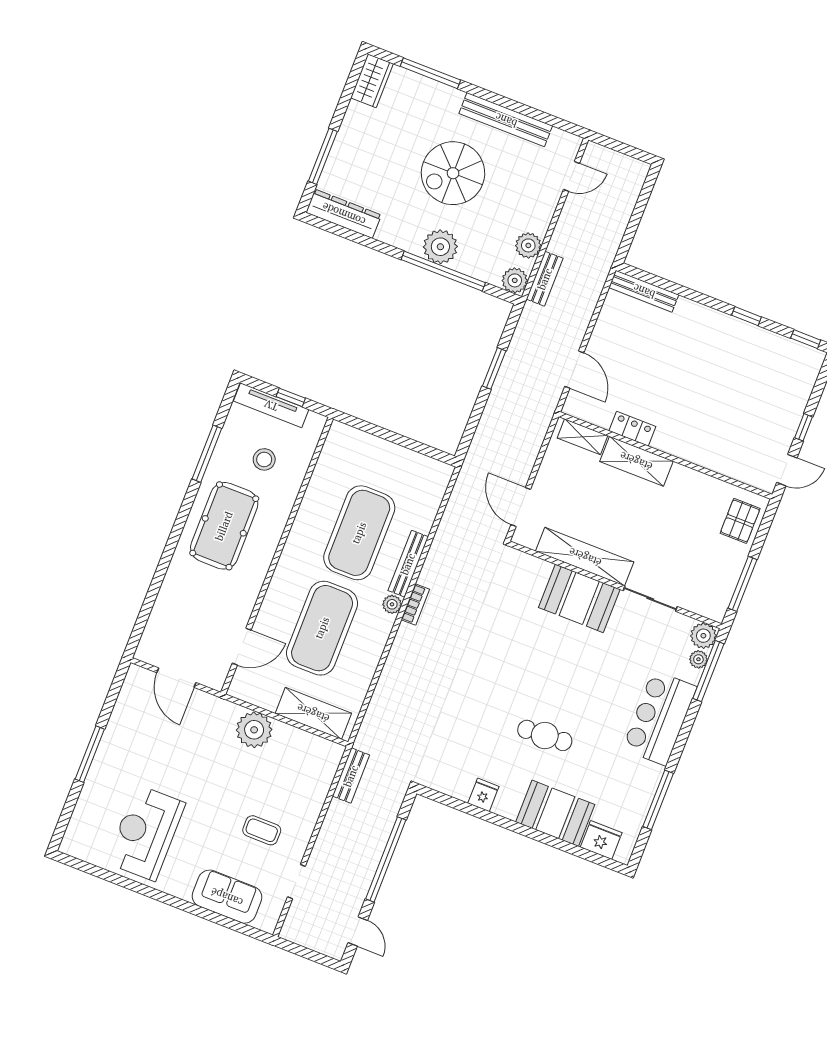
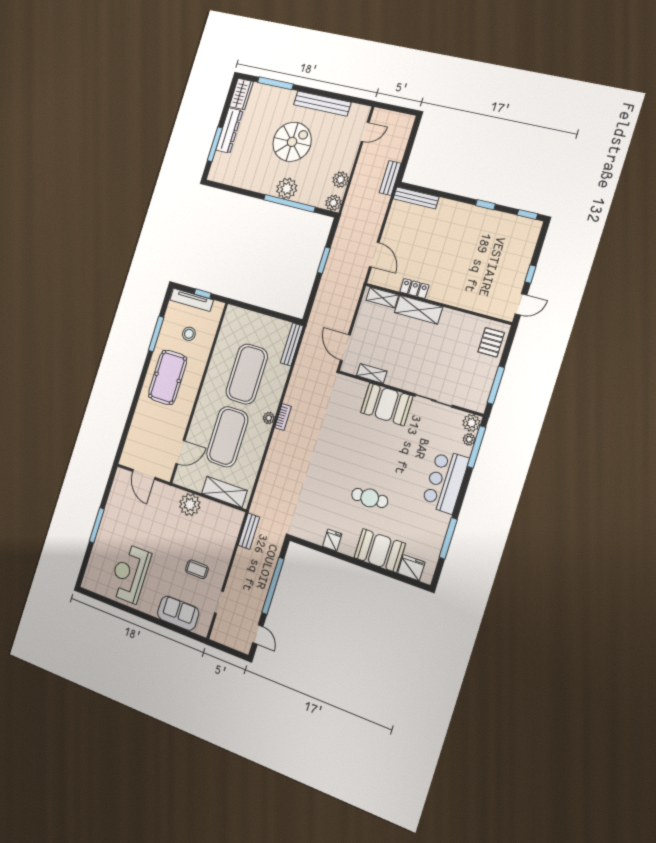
spiral stairs: (453, 173) -> (292, 142), turned 180
dresser: (344, 214) -> (229, 130), moved, turned 90
bench: (545, 279) -> (390, 178), moved
shelving: (585, 557) -> (372, 373), width x0.45, depth x0.75
bench: (408, 564) -> (292, 344), moved

